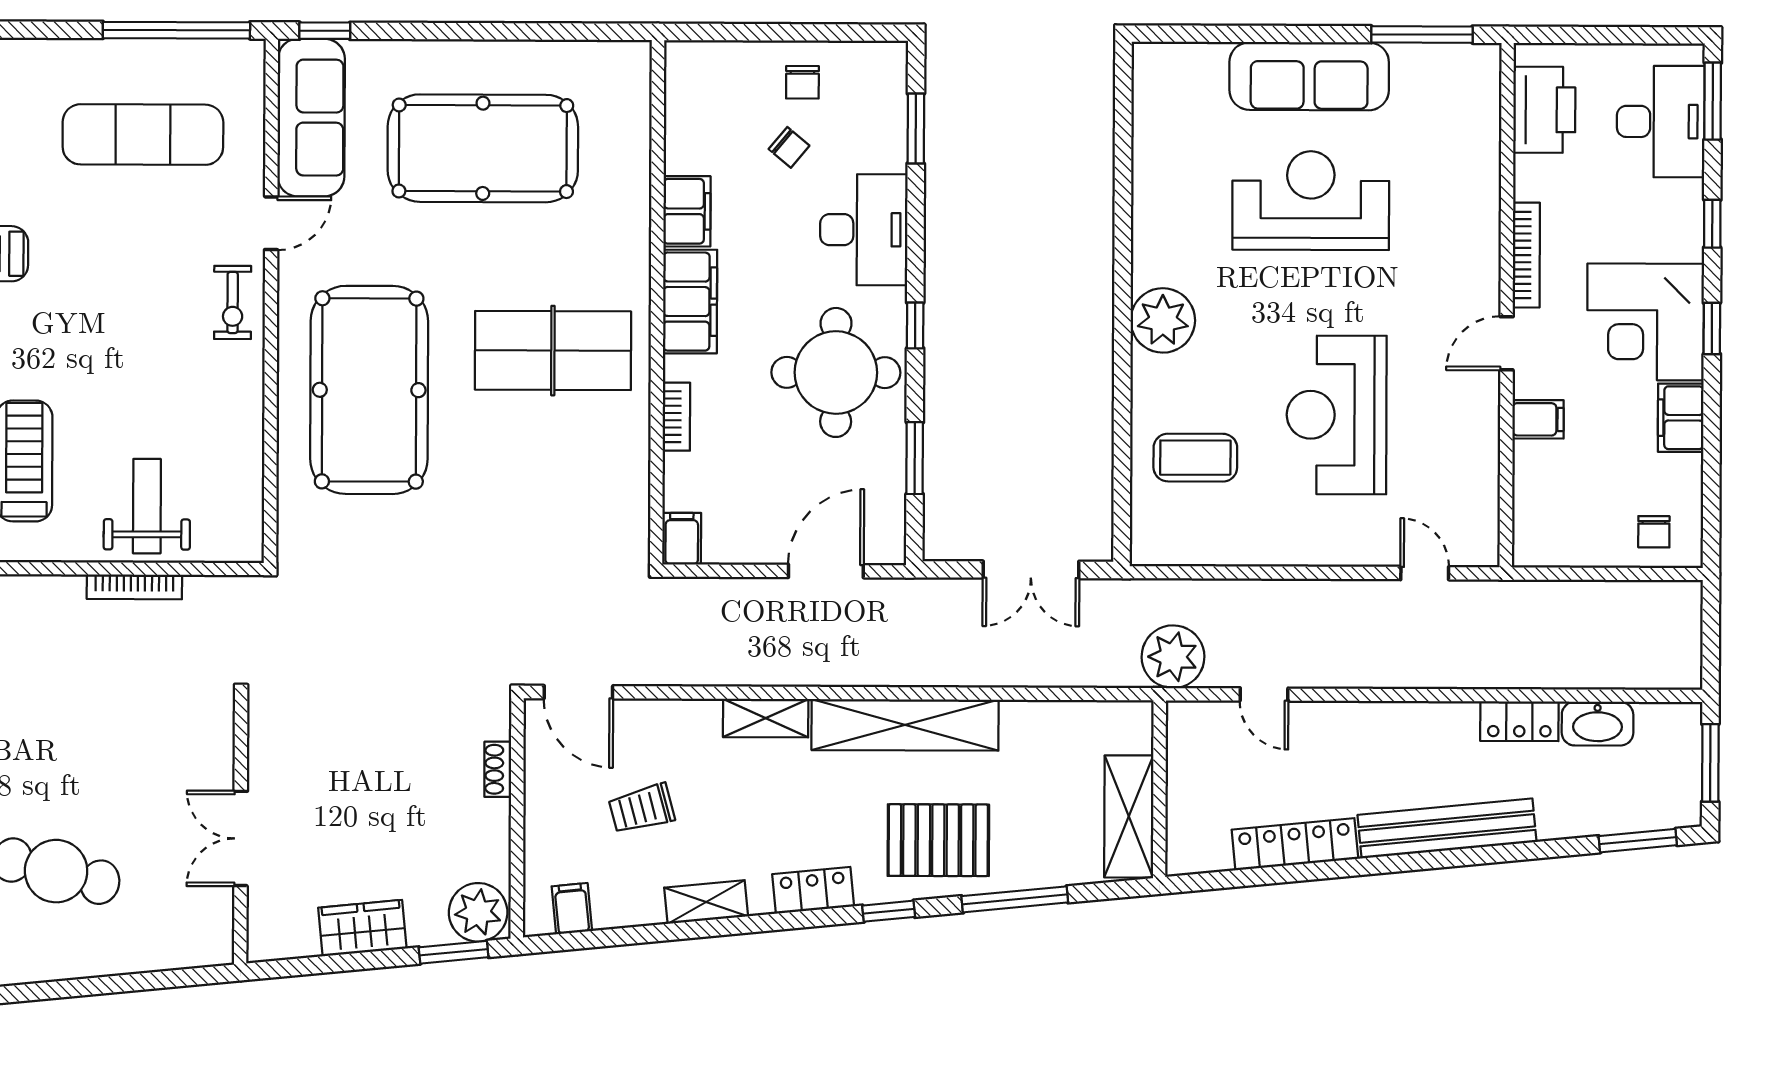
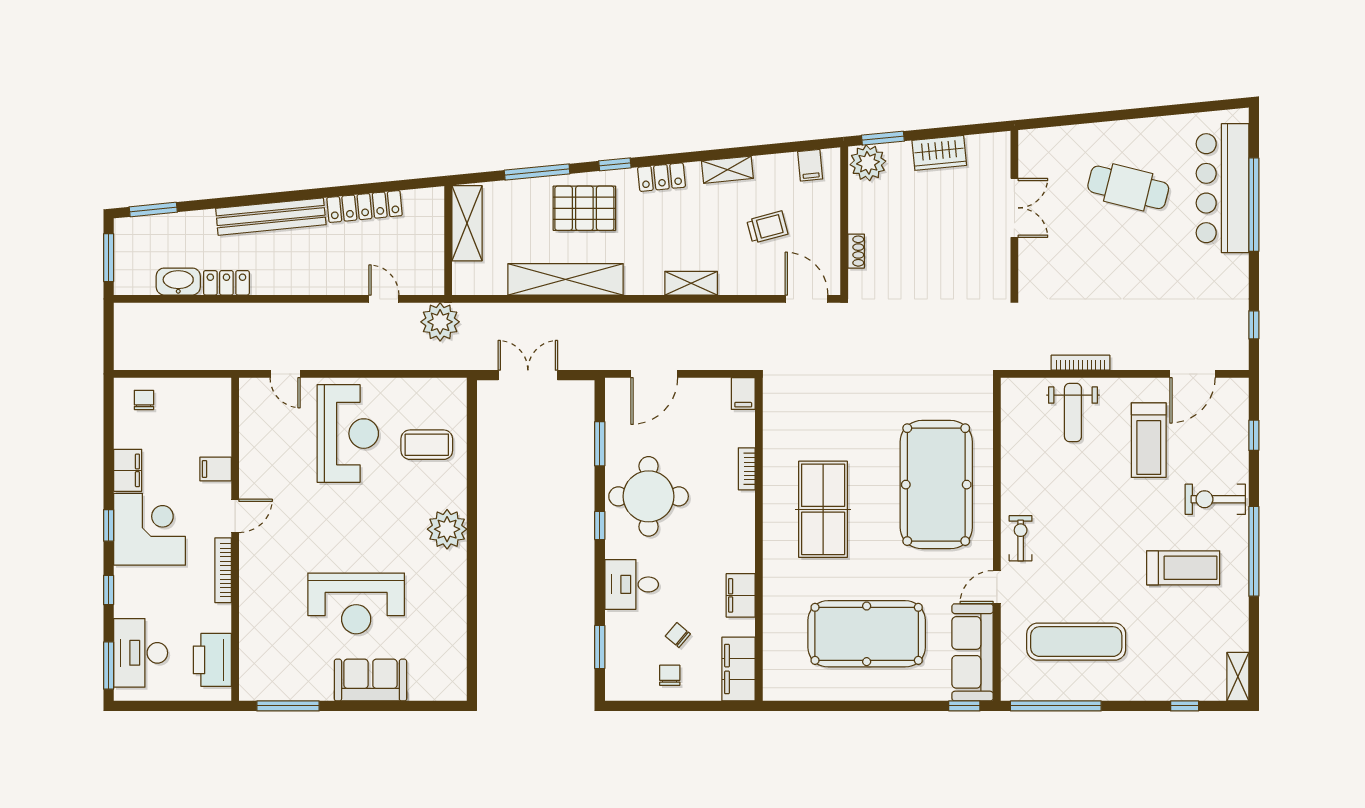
sofa: (1309, 76) -> (370, 680), width x0.73
desk: (864, 230) -> (632, 584), width x0.73
filing cabinet: (690, 302) -> (739, 669), moved
table tennis table: (553, 351) -> (823, 509), turned 90
reception desk: (1337, 415) -> (348, 434), moved
shelving: (905, 725) -> (566, 279), moved

